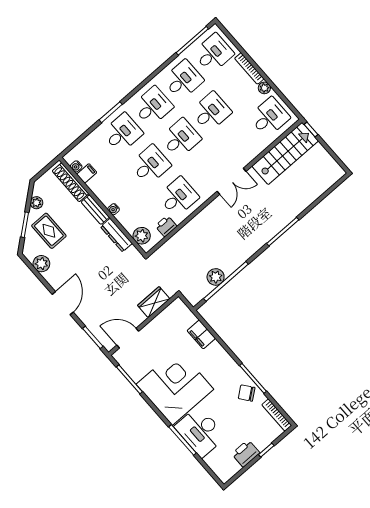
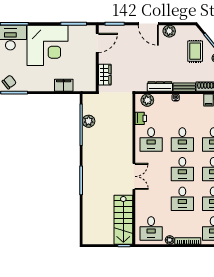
double door: (232, 181) -> (134, 176), swing flipped
rug: (49, 231) -> (195, 51), turned 90
plant: (41, 264) -> (169, 31), moved

